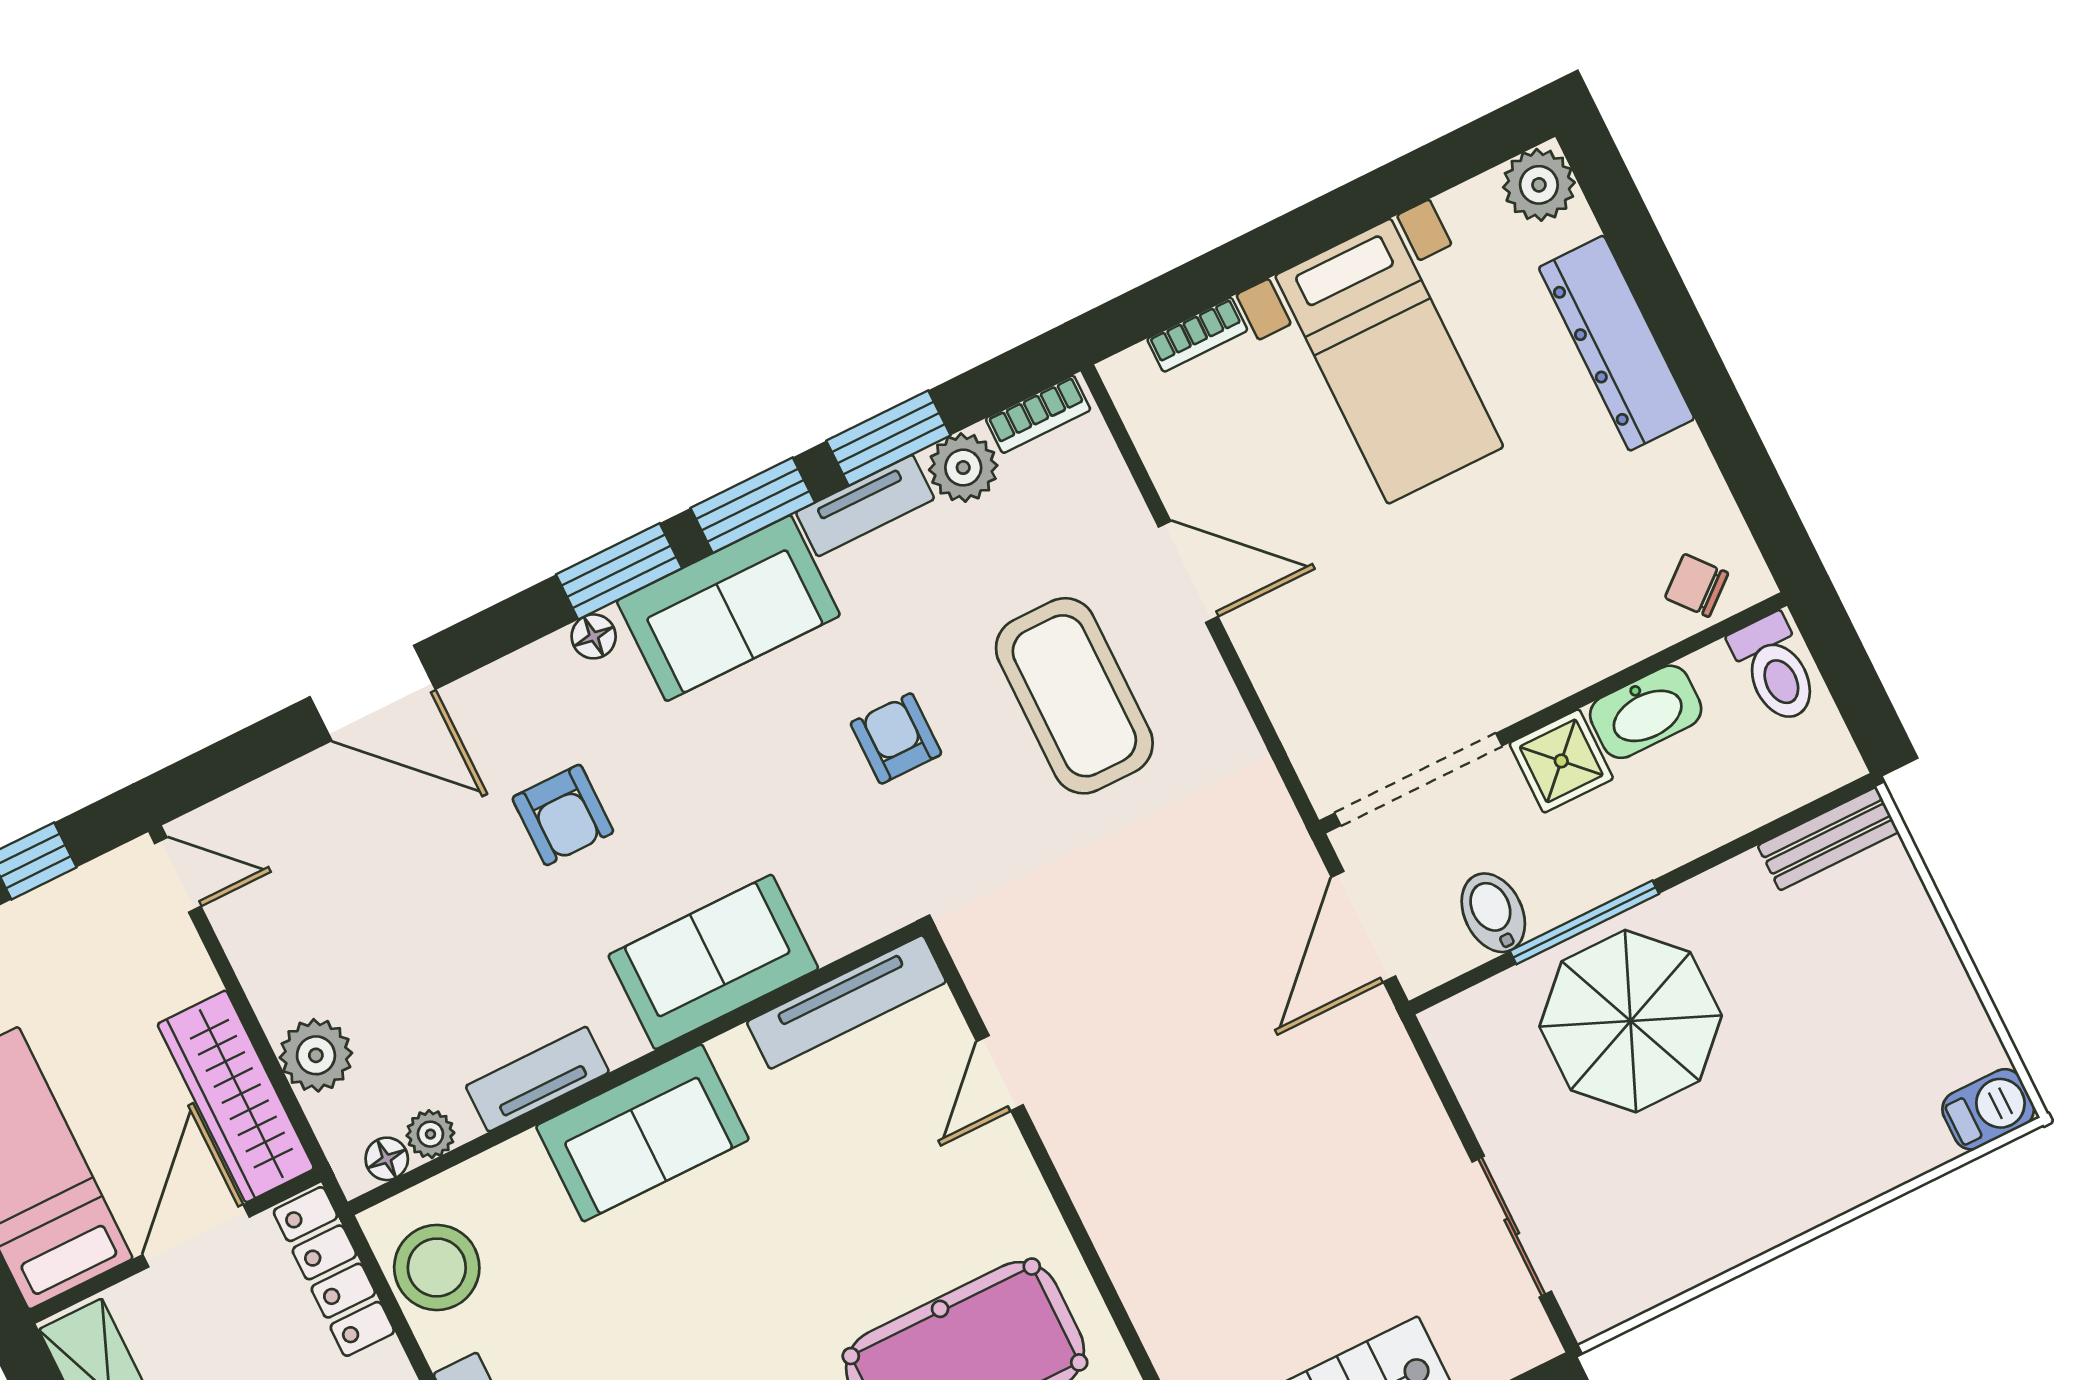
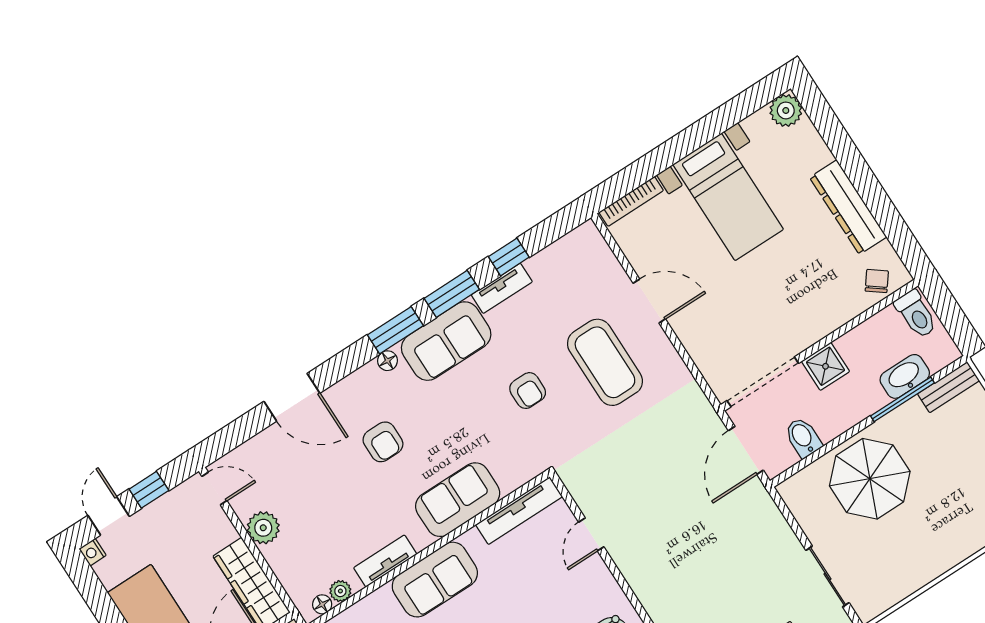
bookcase: (1197, 335) -> (631, 201), width x1.56
dresser: (1616, 343) -> (848, 207), moved
bookcase: (1038, 414) -> (574, 239), removed
window: (888, 438) -> (509, 257), width x0.67
plant: (963, 468) -> (544, 266), removed
chair: (1697, 585) -> (877, 281), turned 77
washbasin: (1646, 712) -> (905, 376), moved, turned 180
armchair: (896, 738) -> (528, 391), turned 180
window: (1584, 922) -> (902, 399), moved
plant: (316, 1055) -> (263, 528), moved

